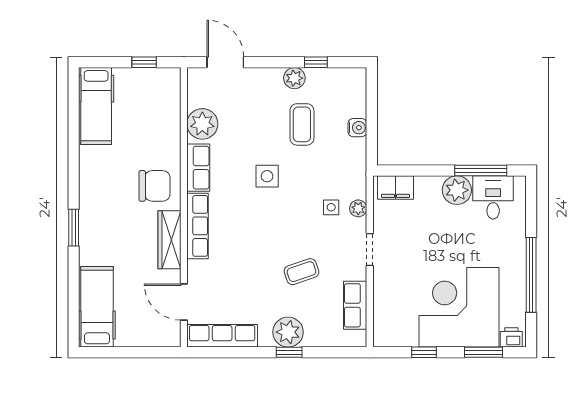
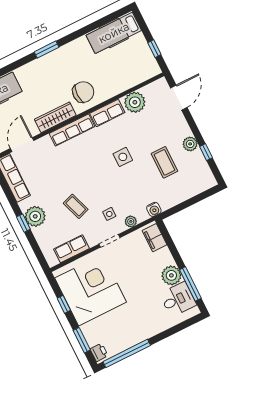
coffee table: (302, 124) -> (164, 162), turned 90
water cooler: (357, 128) -> (154, 209), moved
chair: (155, 186) -> (83, 92), turned -90
side table: (331, 207) -> (109, 214), moved
window: (74, 228) -> (47, 49), moved
window: (531, 275) -> (127, 353), moved
corner desk: (459, 307) -> (91, 290), moved

